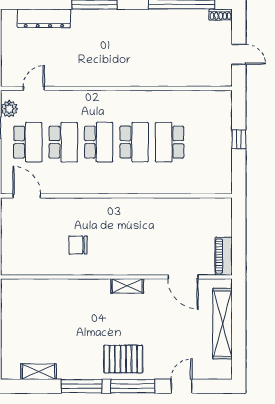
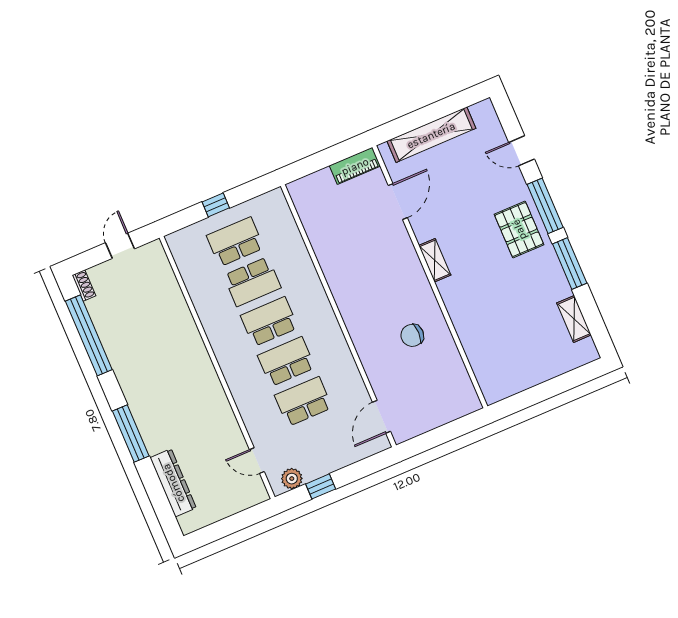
school desk: (28, 142) -> (235, 242), moved
chair: (78, 245) -> (412, 335), turned 90

